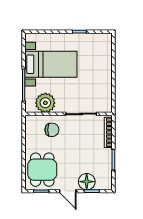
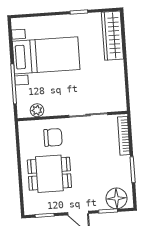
wardrobe: (105, 52) -> (112, 36), added
plant: (45, 103) -> (37, 110), width x0.53, depth x0.53
dining table: (42, 170) -> (49, 174), moved, turned 90
floor lamp: (87, 182) -> (116, 198), moved

